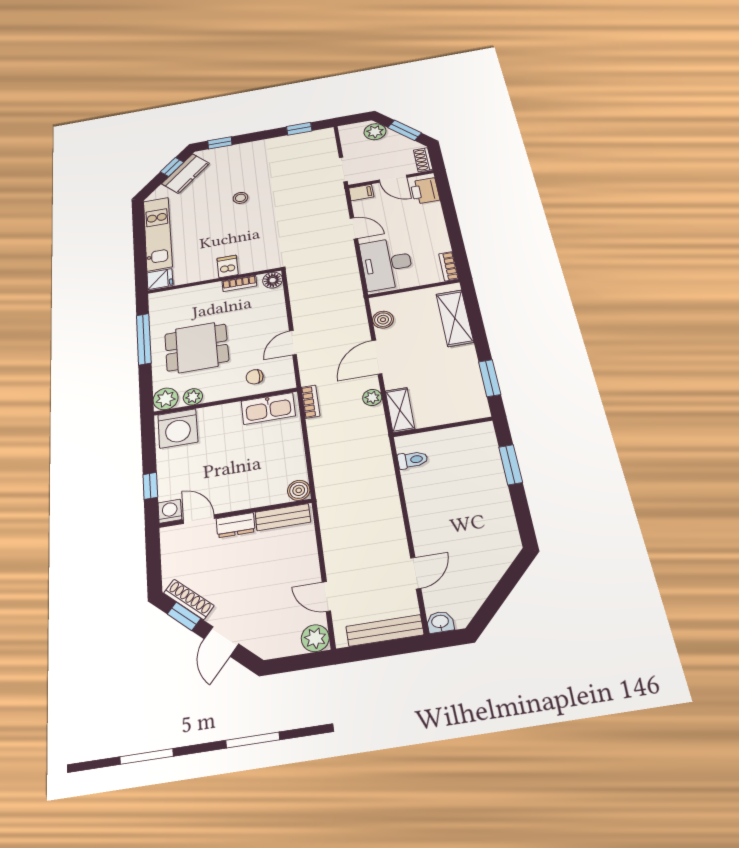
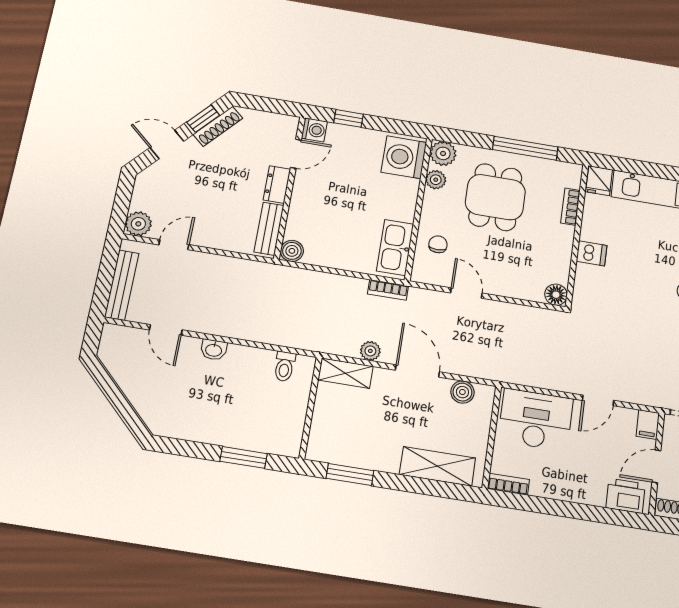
bookcase: (239, 283) -> (570, 207), moved
washbasin: (440, 622) -> (214, 350), moved, turned 90

